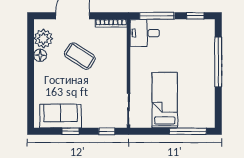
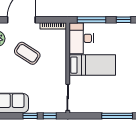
desk: (145, 33) -> (81, 38), width x1.37
bed: (165, 100) -> (92, 65), moved, turned 90
window: (70, 131) -> (30, 116), moved

